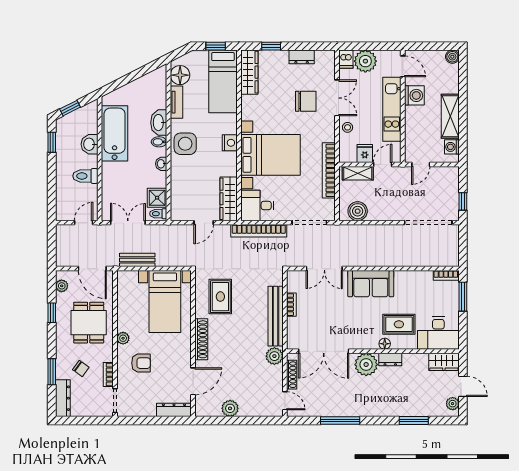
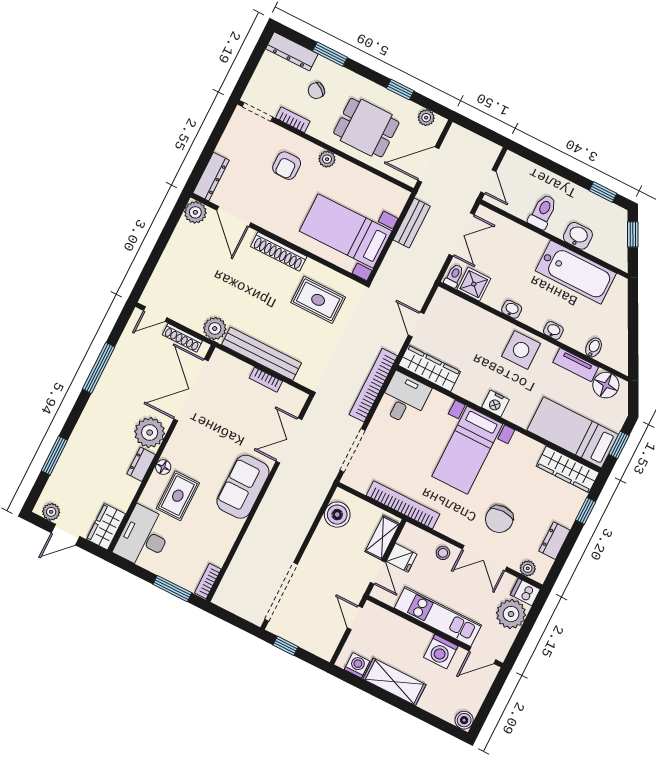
plant: (329, 65) -> (528, 568), added
washbasin: (159, 123) -> (553, 331), width x0.52, depth x0.69
bidet: (159, 142) -> (594, 348), moved
bed with nightstands: (270, 155) -> (467, 450), width x0.73
plant: (230, 408) -> (195, 212), moved

